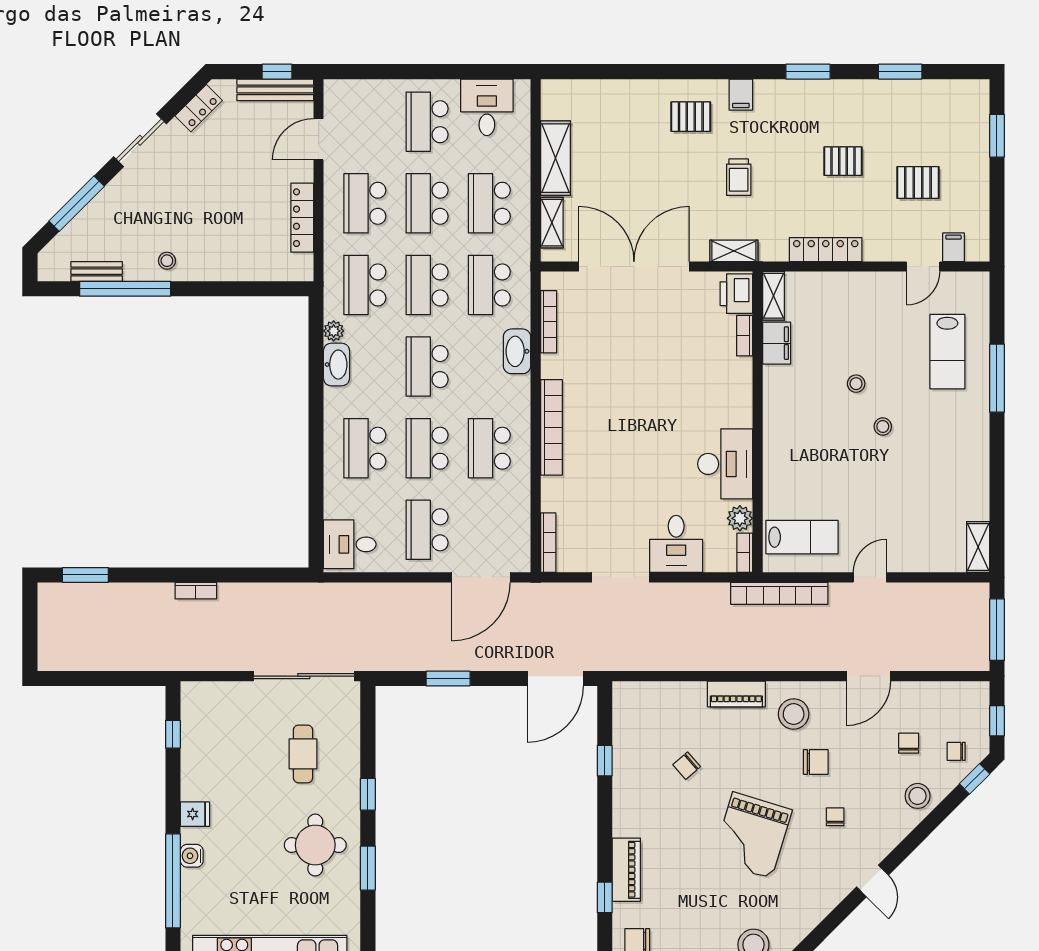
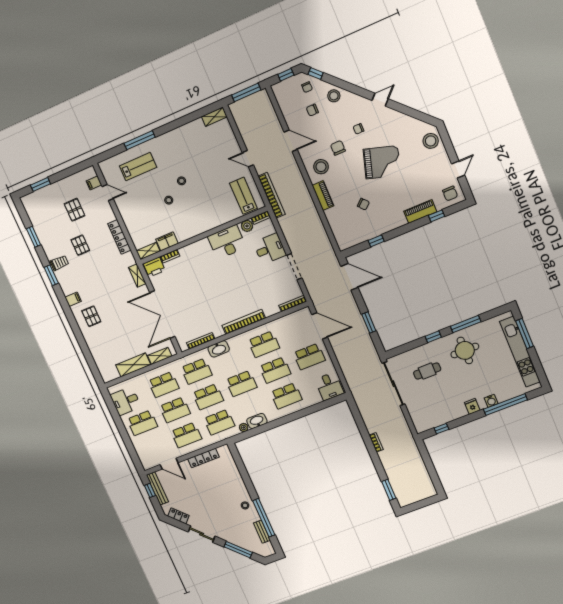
trolley: (739, 177) -> (59, 263), moved
window: (368, 868) -> (466, 324), width x1.44

